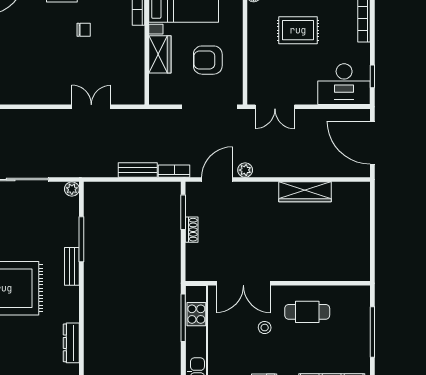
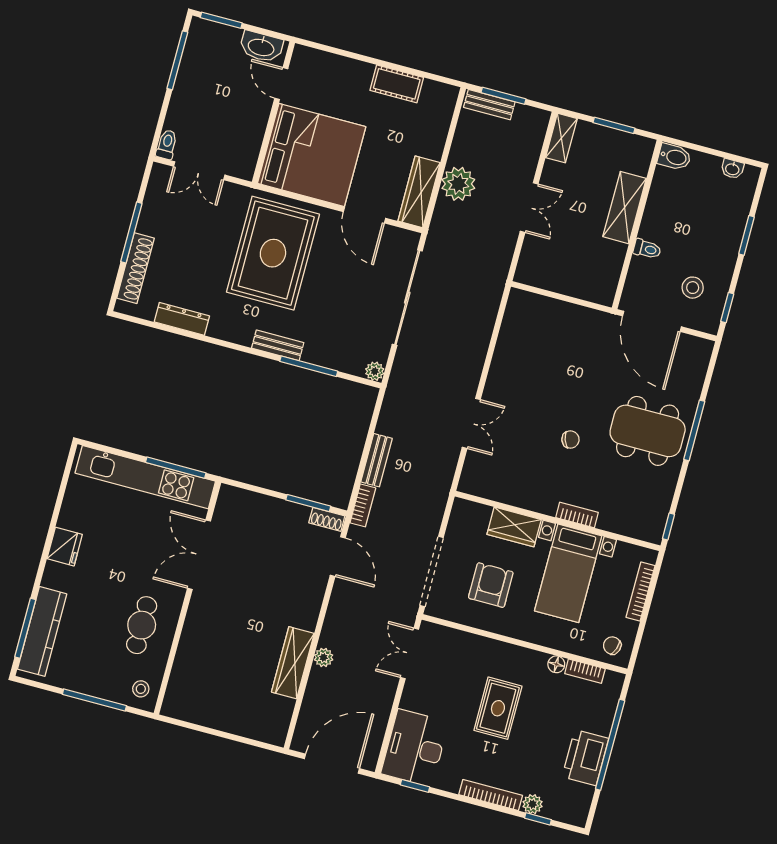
chair: (84, 30) -> (570, 439), turned -110
plant: (245, 170) -> (324, 657), moved
shoe rack: (192, 230) -> (327, 519), moved
stool: (265, 328) -> (141, 689), moved

